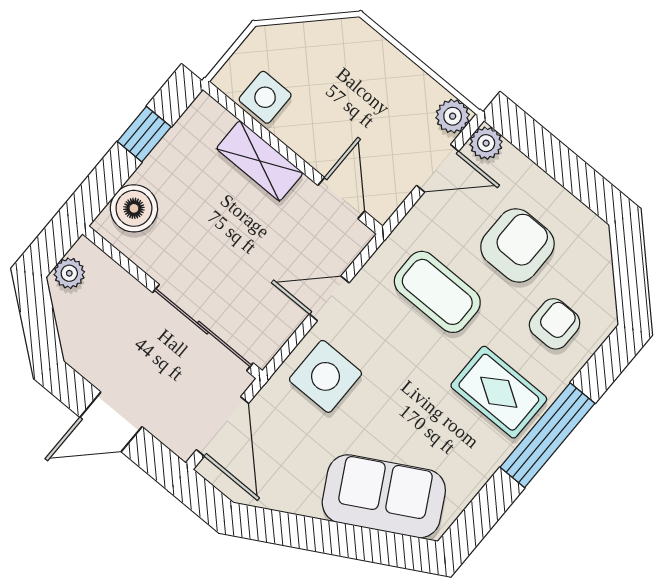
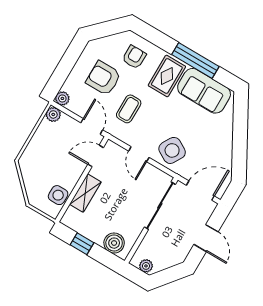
door: (438, 168) -> (92, 126), moved
coffee table: (437, 292) -> (129, 109), width x0.73, depth x0.77
armchair: (555, 324) -> (134, 57), turned 90
side table: (325, 376) -> (172, 150), turned 30
window: (547, 435) -> (195, 61), moved
sofa: (384, 496) -> (204, 91), moved, turned -61

